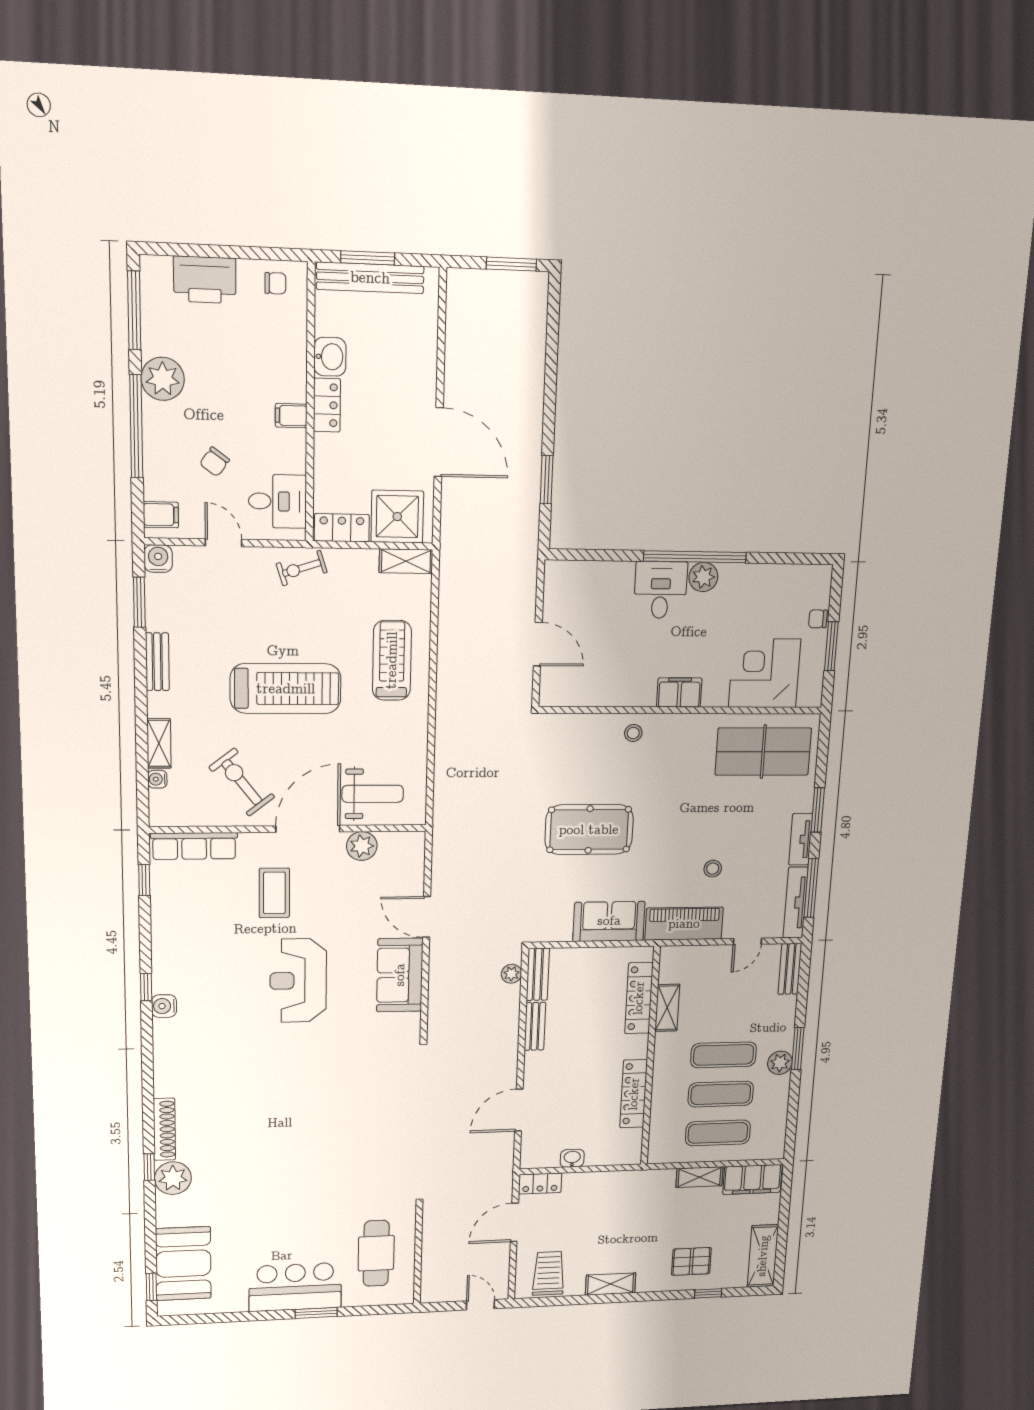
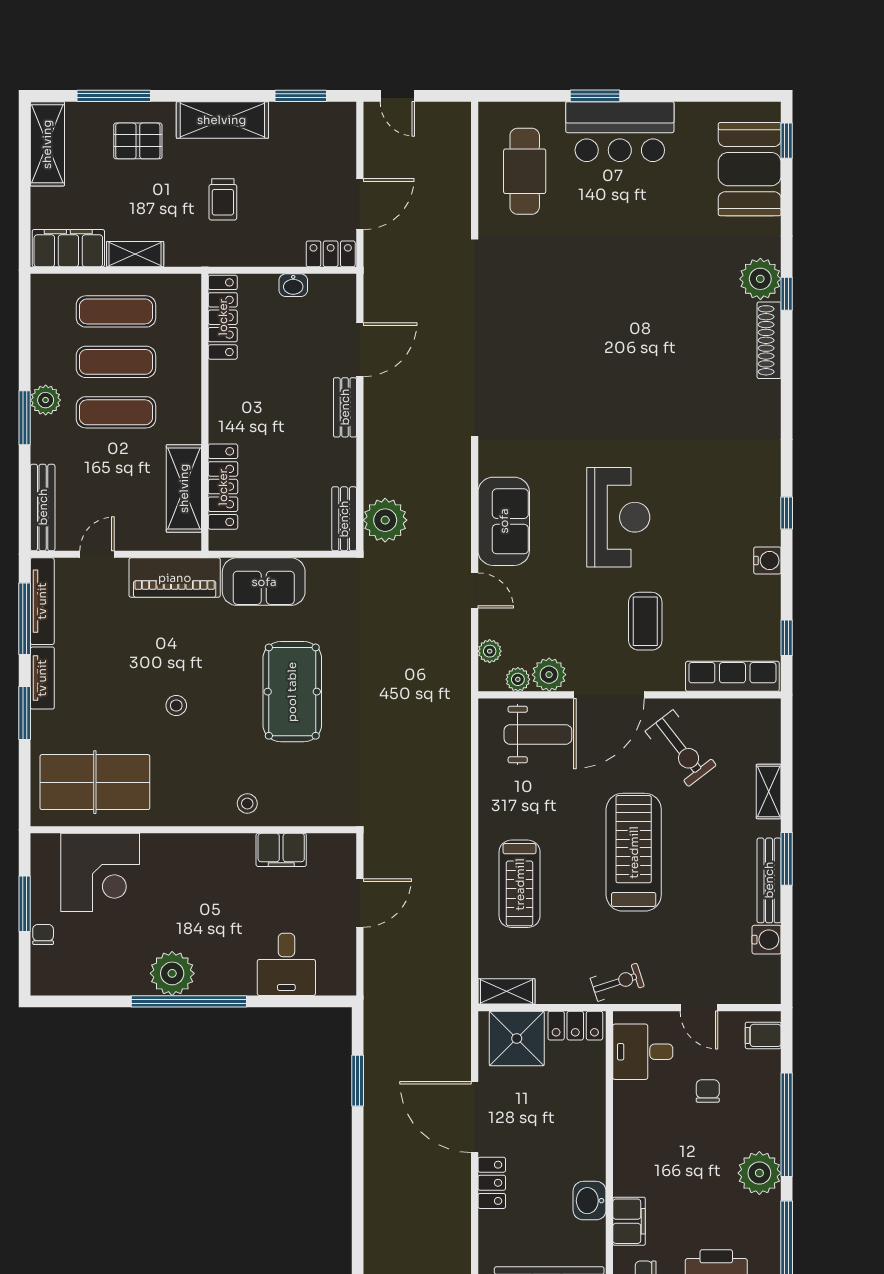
locker: (327, 405) -> (492, 1183), moved, turned 180
filing cabinet: (291, 416) -> (629, 1221), moved, width x2.00
chair: (215, 462) -> (708, 1091), turned -36
water cooler: (158, 559) -> (767, 940), moved, turned -90
plant: (703, 577) -> (172, 973), width x1.36, depth x1.36
desk: (661, 590) -> (286, 964), moved
window: (139, 602) -> (787, 859), moved
chair: (818, 619) -> (43, 935), turned -90
door: (538, 644) -> (360, 903), swing flipped
bench: (157, 662) -> (769, 880), width x1.36
treadmill: (286, 689) -> (634, 852), turned 90
filing cabinet: (679, 693) -> (281, 850), moved
water cooler: (157, 779) -> (771, 752), removed
weight bench: (373, 794) -> (538, 735), turned 180
pool table: (589, 830) -> (292, 692), turned 90
plant: (390, 842) -> (518, 679), added
plant: (415, 866) -> (490, 651), added
stool: (713, 869) -> (176, 705), moved
door: (427, 917) -> (475, 590), width x0.73
bench: (790, 969) -> (43, 507), width x1.36
plant: (511, 974) -> (385, 520), width x1.87, depth x1.87
water cooler: (164, 1006) -> (767, 560), moved
shelving: (667, 1008) -> (184, 488), width x1.50, depth x1.33
bench: (535, 1026) -> (345, 407), moved
locker: (634, 1094) -> (223, 317), moved
trolley: (549, 1273) -> (223, 199), moved, width x0.73, depth x0.72
shelving: (611, 1284) -> (222, 120), width x1.50, depth x1.33
window: (708, 1293) -> (114, 96), width x2.17
window: (559, 1301) -> (301, 96), added

